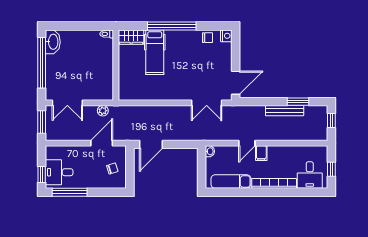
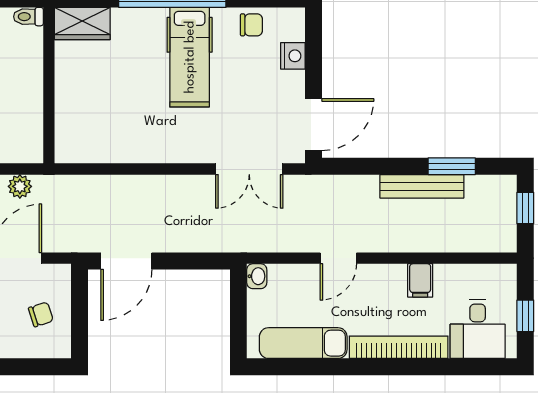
nightstand: (226, 36) -> (293, 56), moved
hospital bed: (155, 52) -> (190, 57), moved
filing cabinet: (261, 153) -> (420, 280), moved

